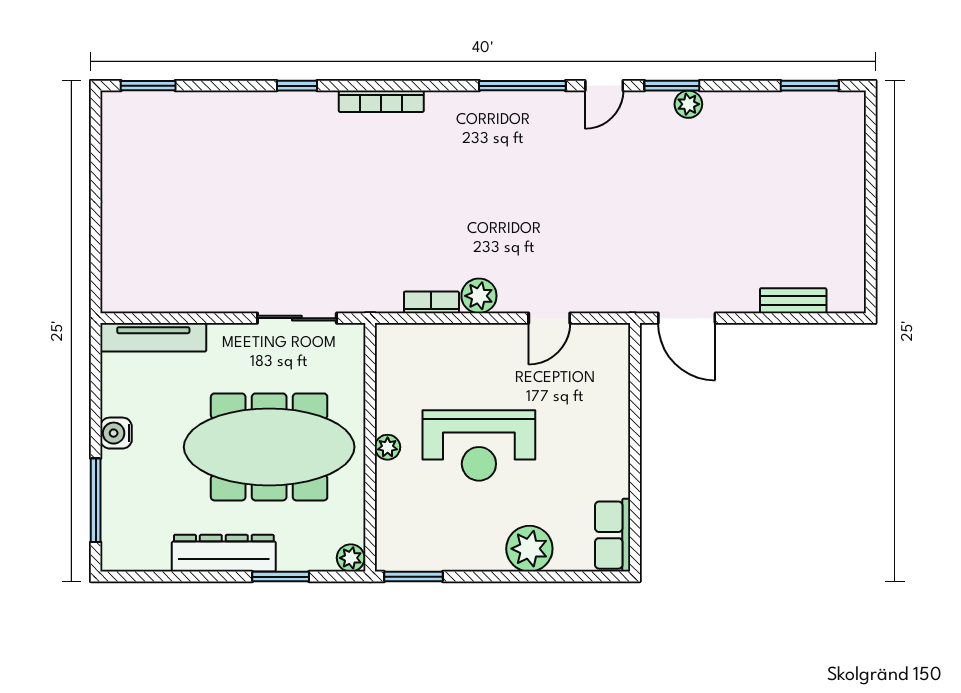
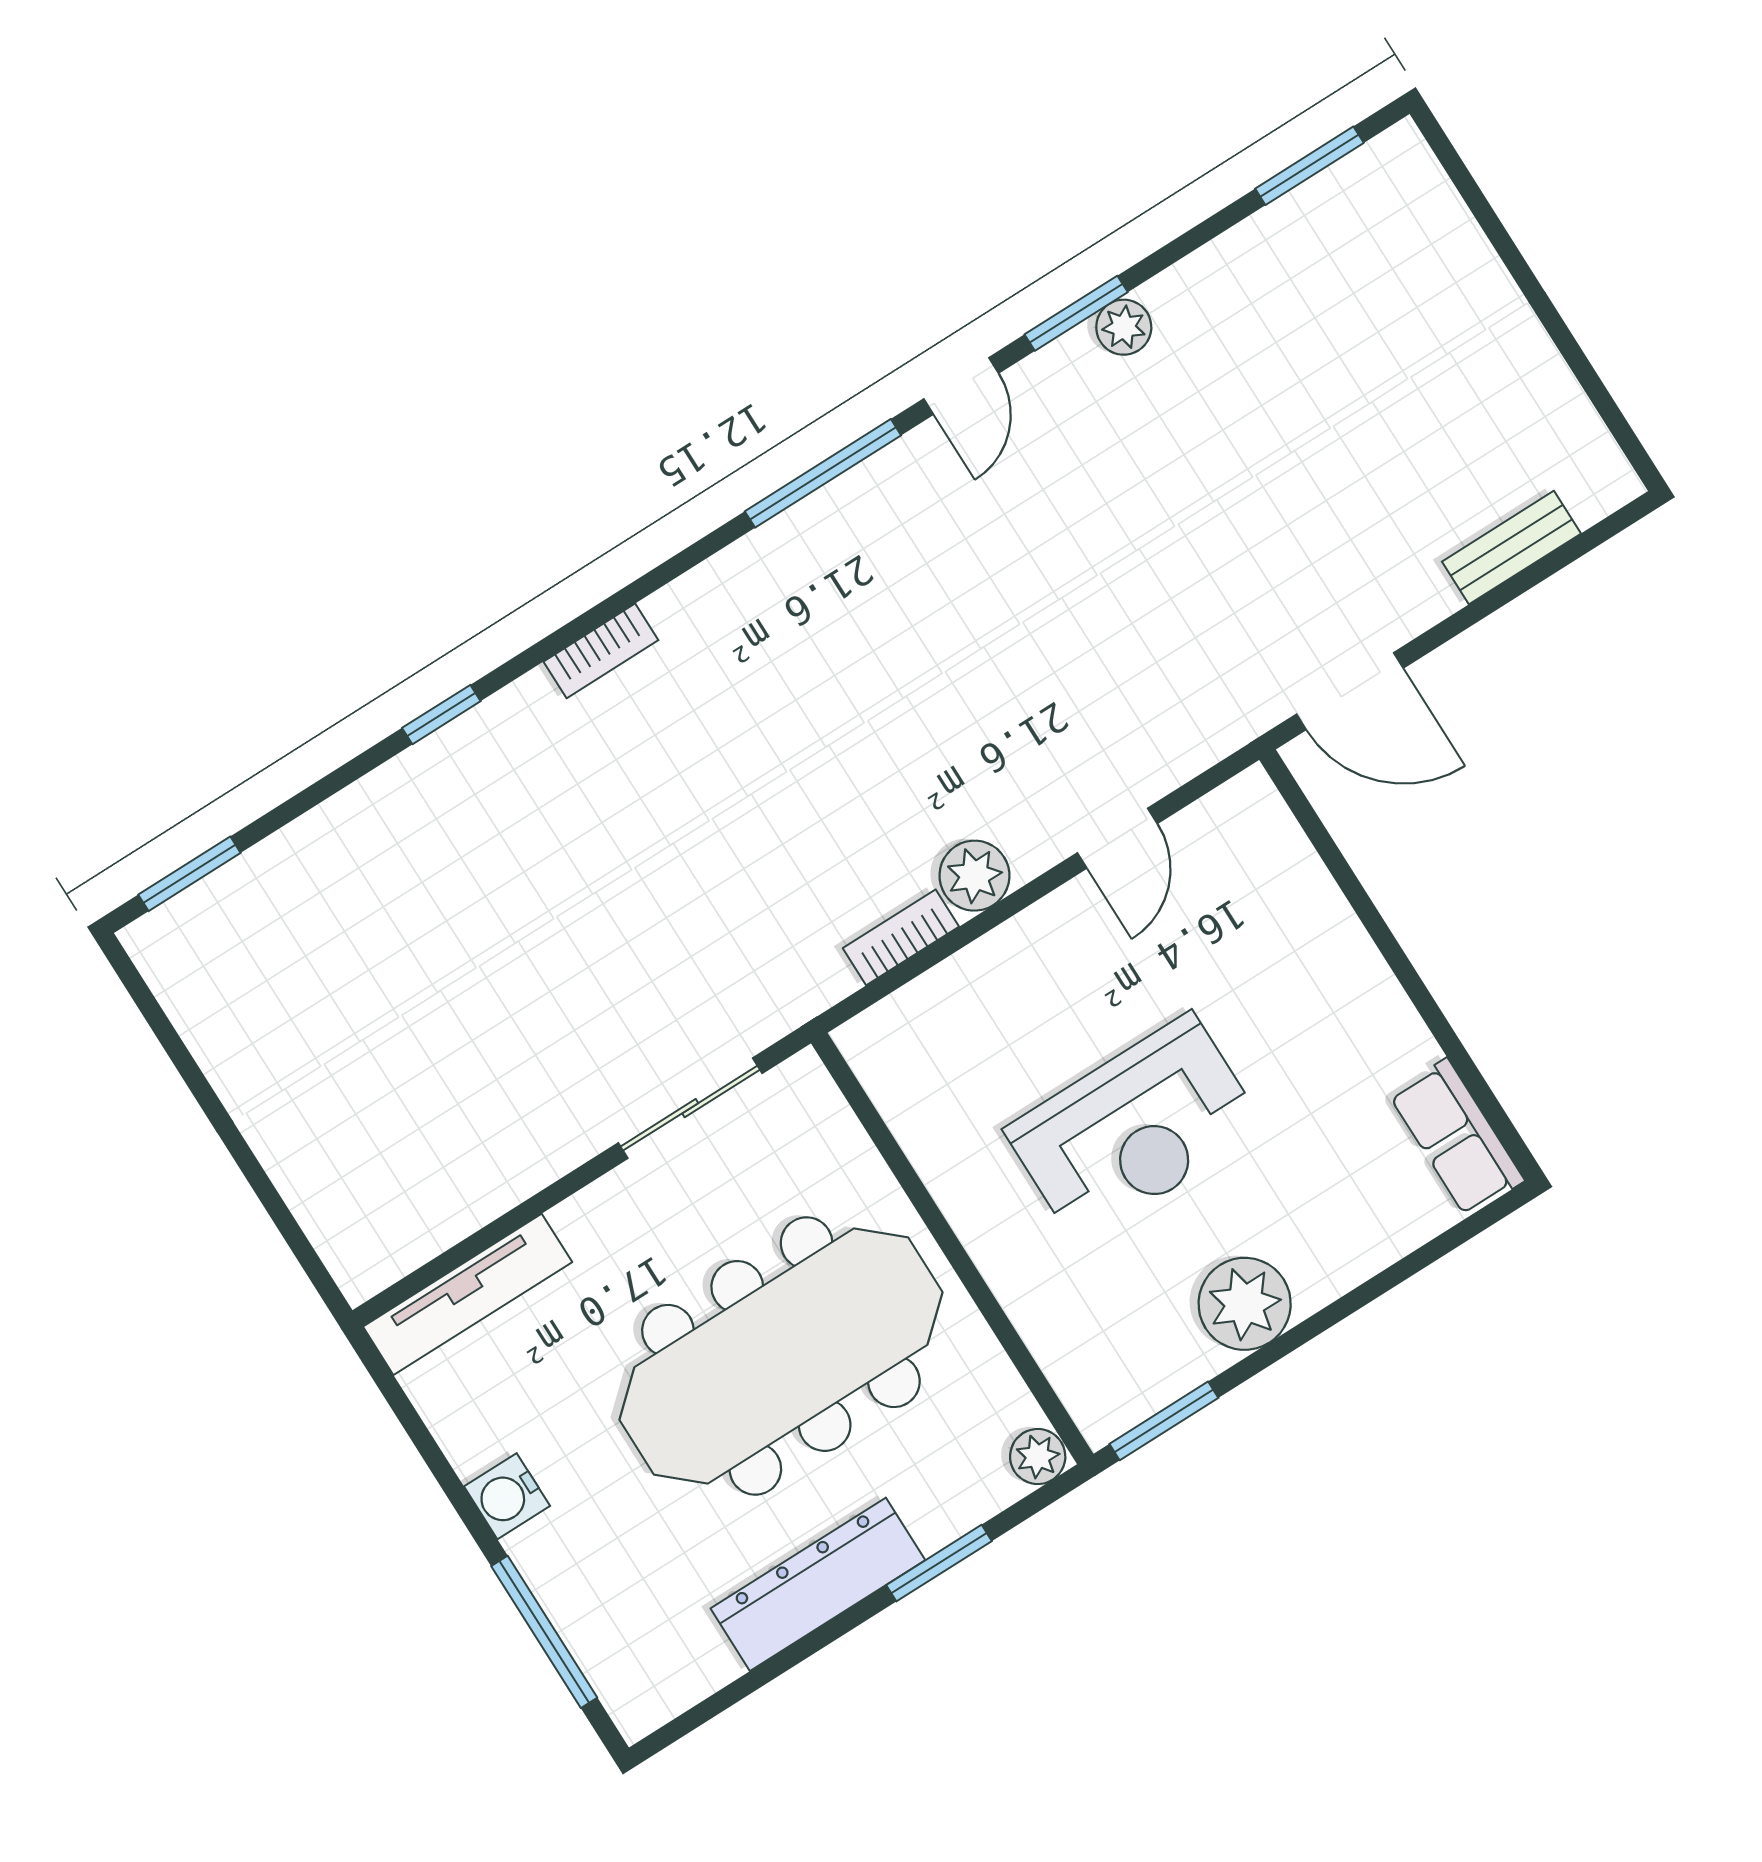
bookcase: (381, 101) -> (601, 651), width x0.64
plant: (388, 447) -> (982, 1230), removed
plant: (529, 549) -> (1245, 1304), moved

